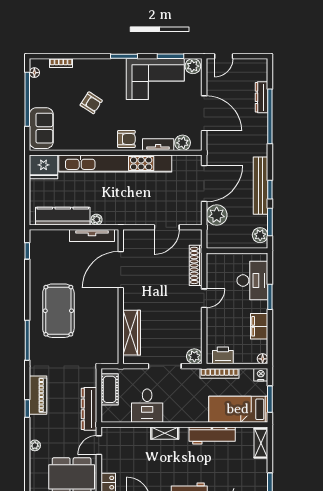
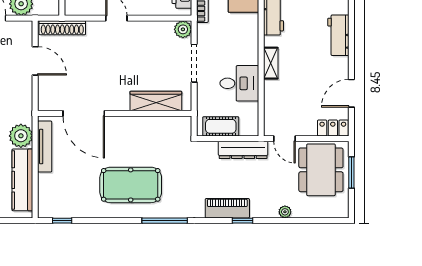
plant: (97, 220) -> (21, 136), width x1.87, depth x1.87
shoe rack: (196, 265) -> (62, 28), moved

